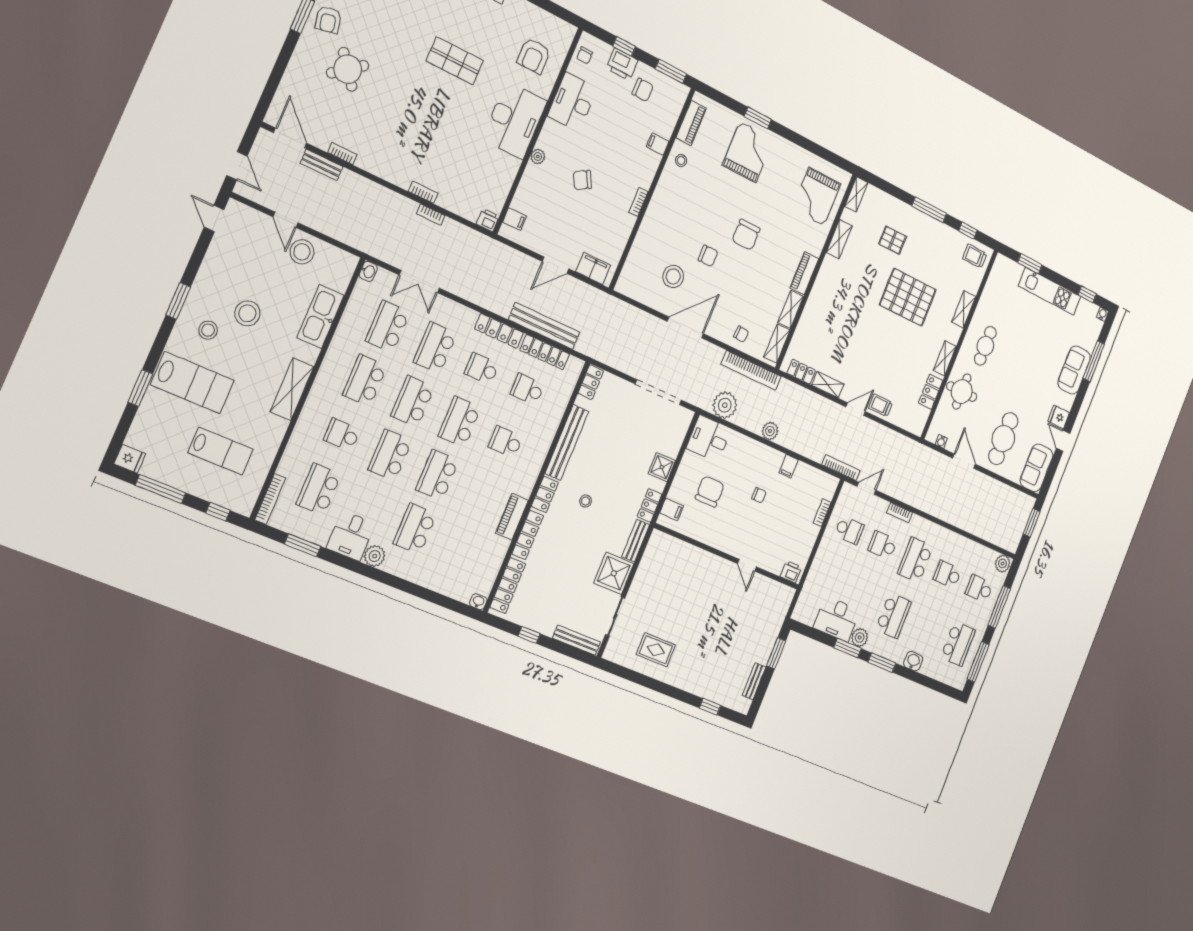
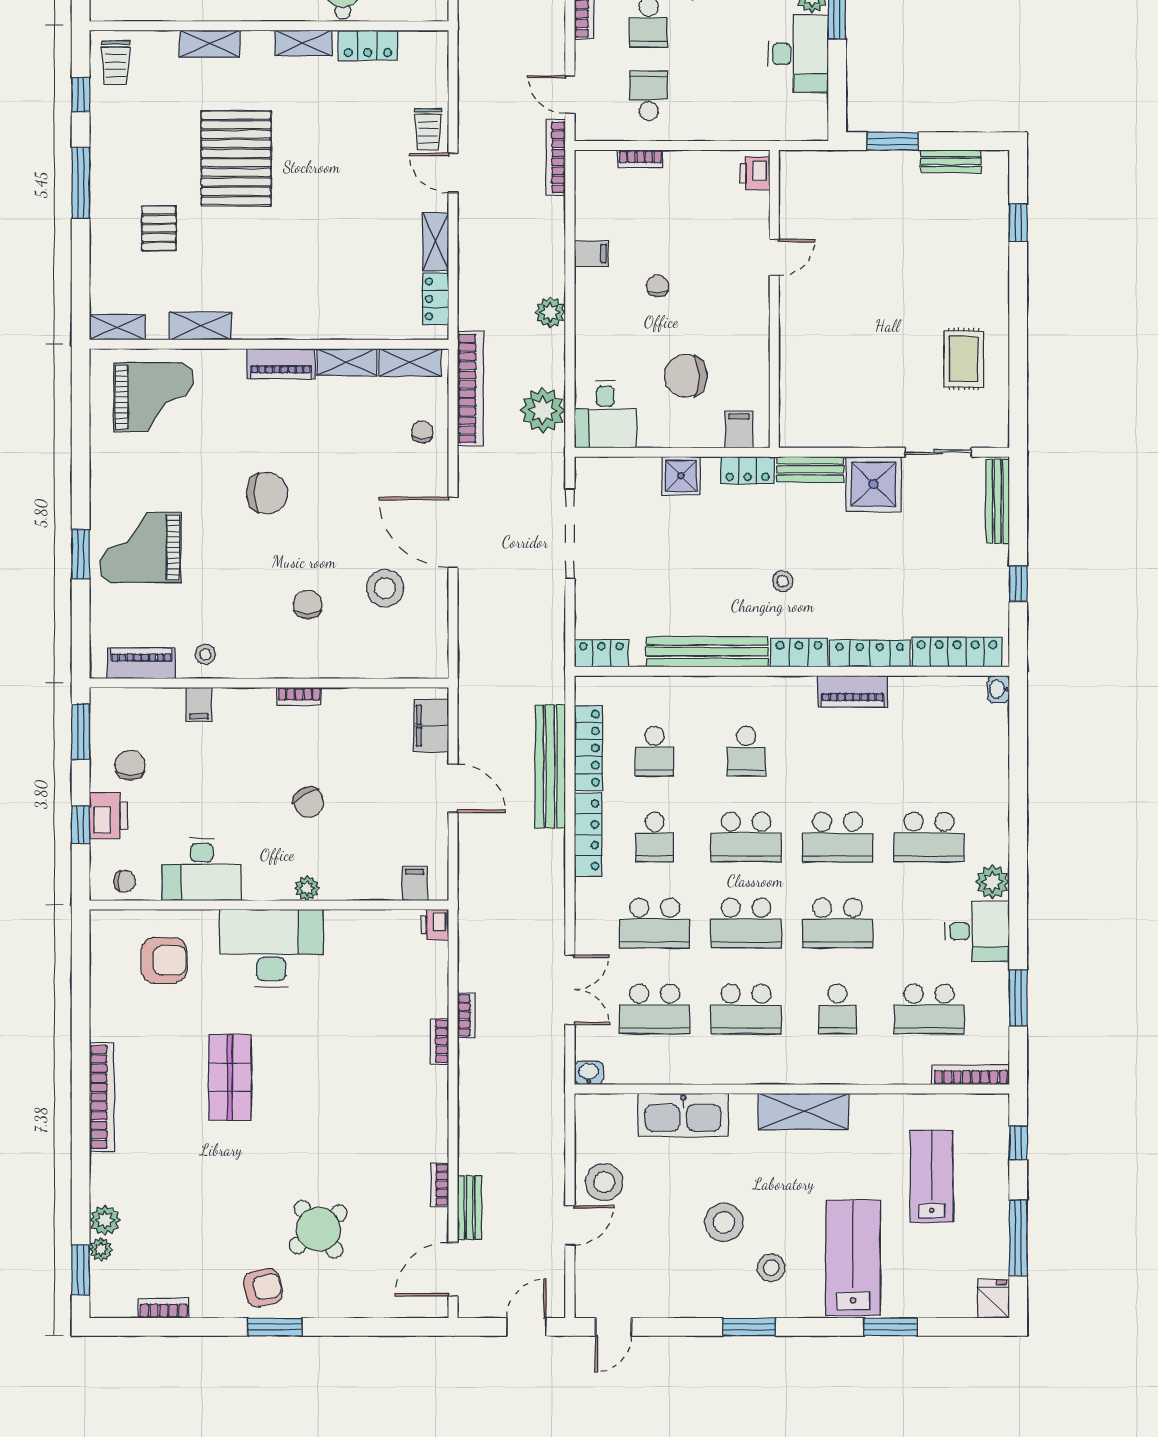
chair: (708, 256) -> (308, 604), moved

